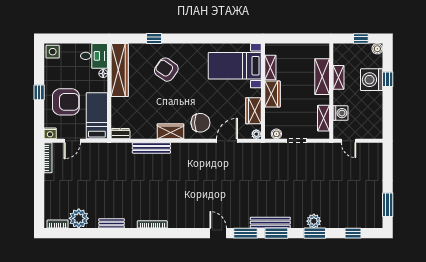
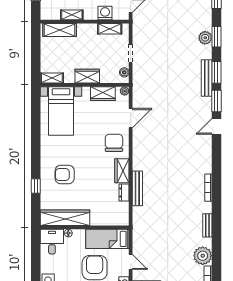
shelving: (270, 68) -> (52, 78), moved
armchair: (166, 70) -> (65, 174), turned 55
shelving: (322, 77) -> (60, 30), moved
dresser: (120, 134) -> (124, 192), moved
door: (227, 141) -> (131, 118), swing flipped

